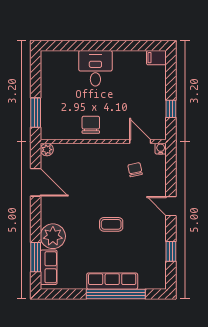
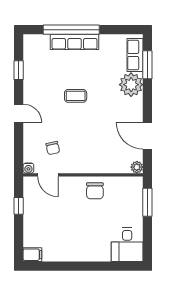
desk: (95, 68) -> (127, 245), moved

